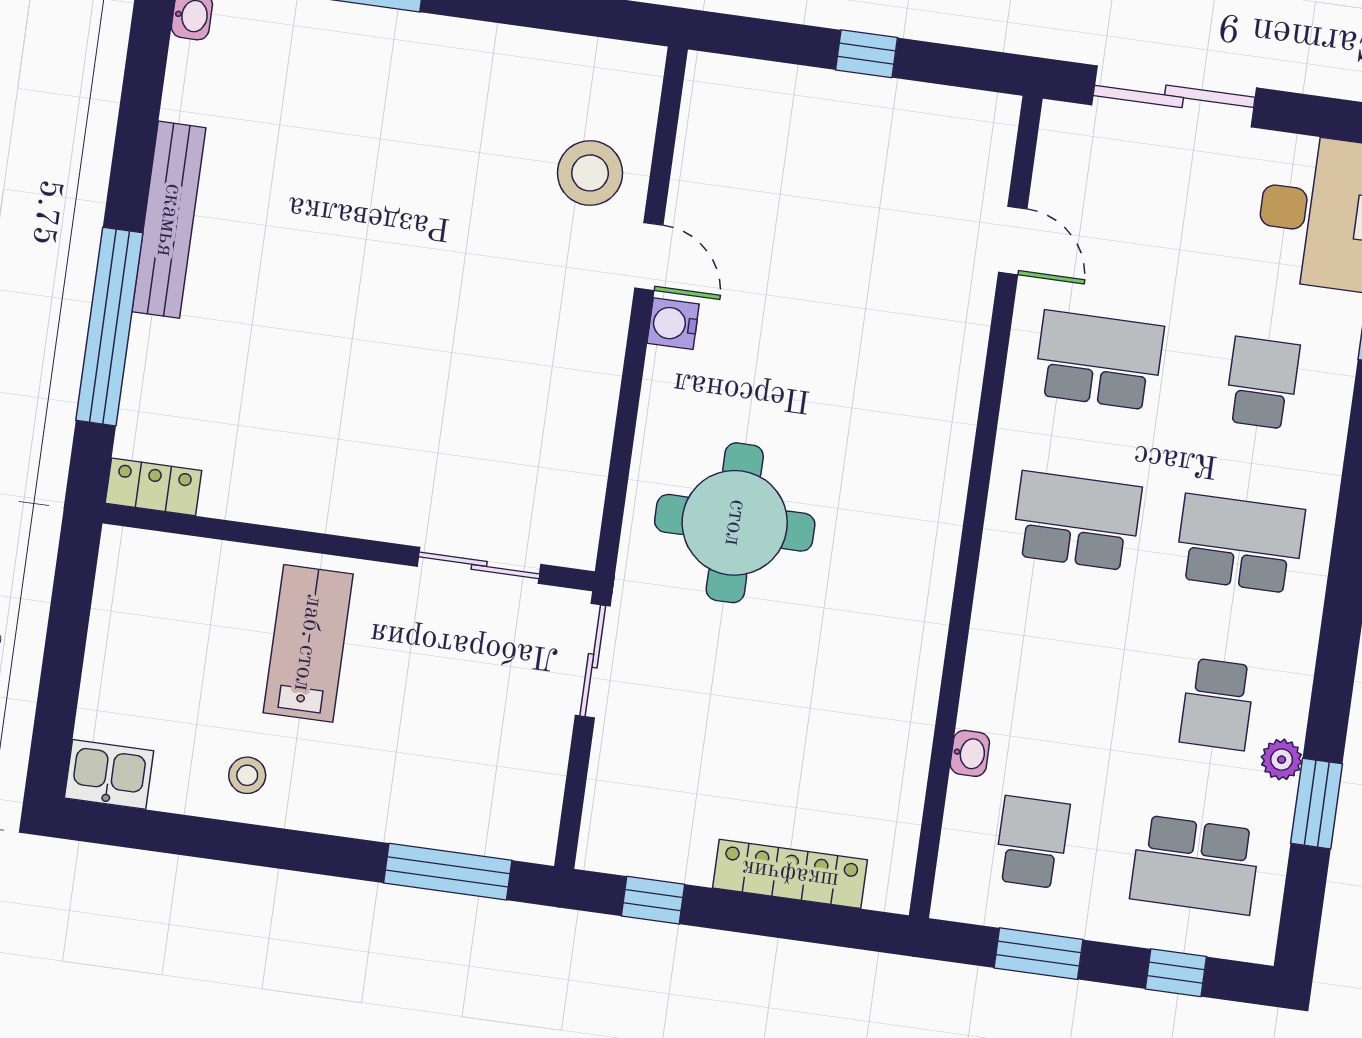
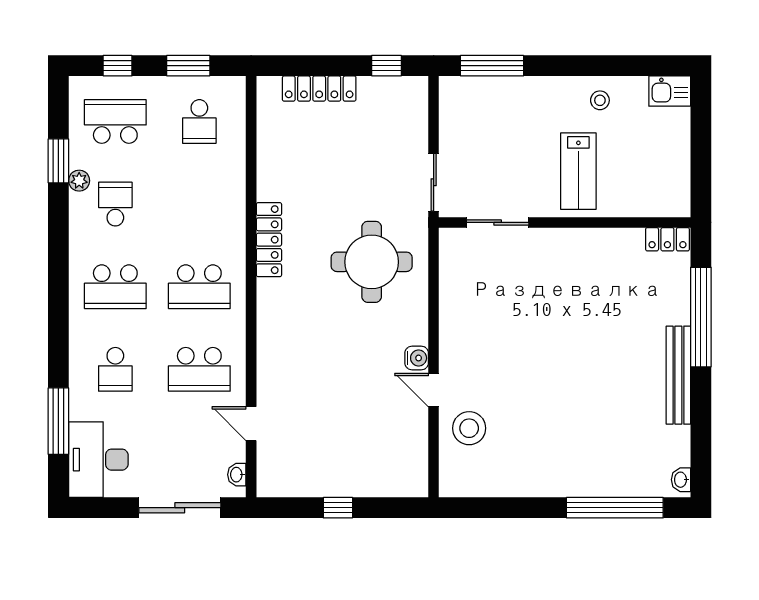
locker: (928, 594) -> (269, 240), added
washbasin: (970, 753) -> (237, 475), moved

